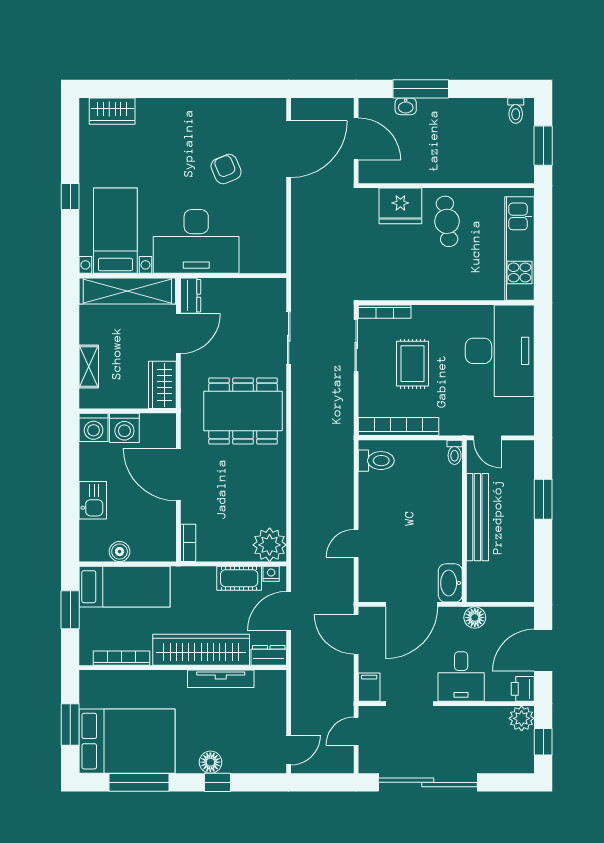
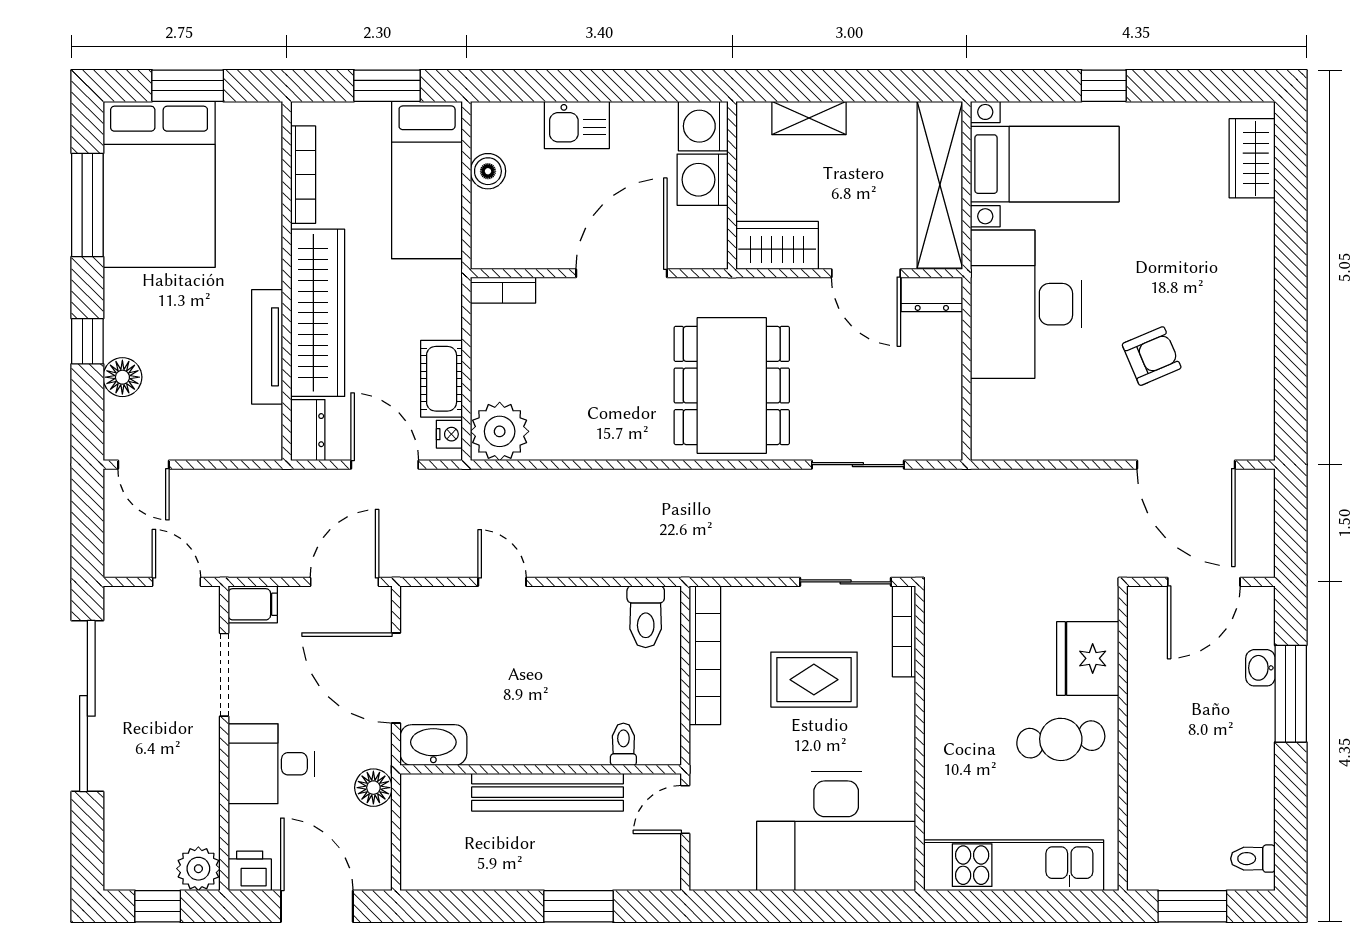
toilet: (455, 452) -> (623, 744), moved, turned 90
floor lamp: (210, 762) -> (122, 377), moved

